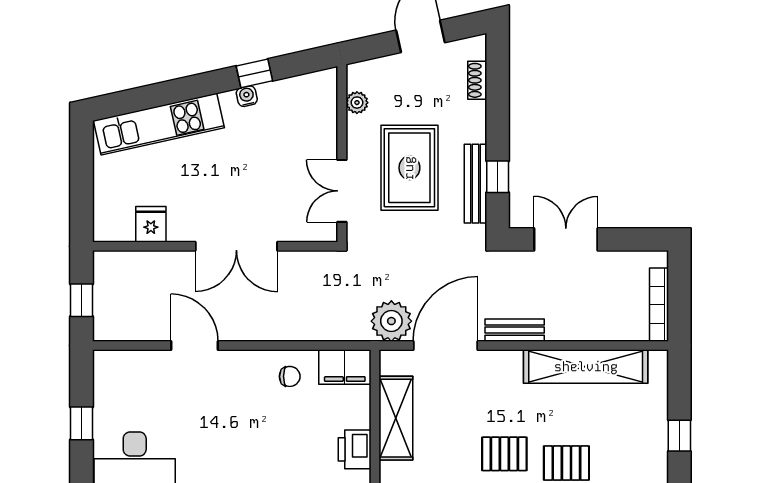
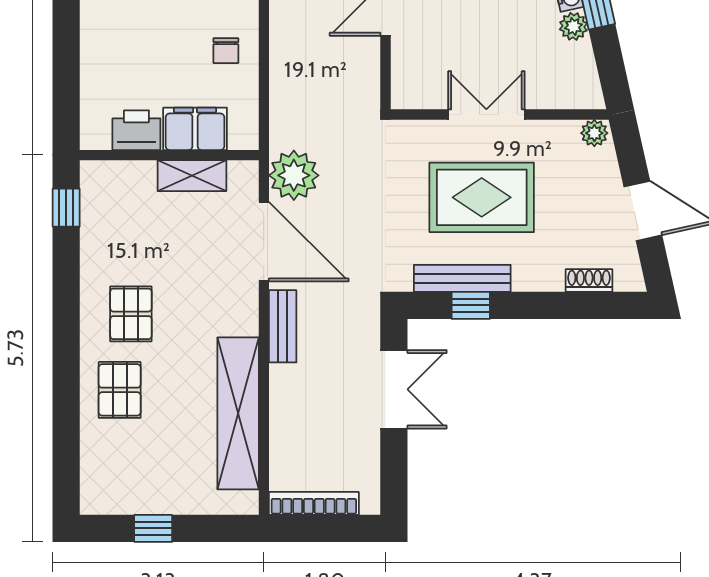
plant: (270, 93) -> (573, 26), added
plant: (357, 103) -> (594, 133), moved
double door: (342, 191) -> (486, 115), moved
filing cabinet: (345, 367) -> (195, 129), moved, turned 90
shelving: (396, 418) -> (192, 176), width x0.67, depth x0.75

